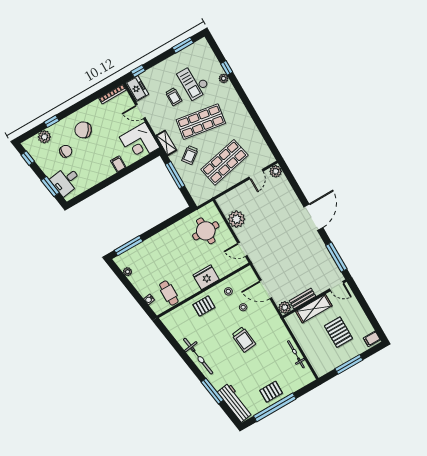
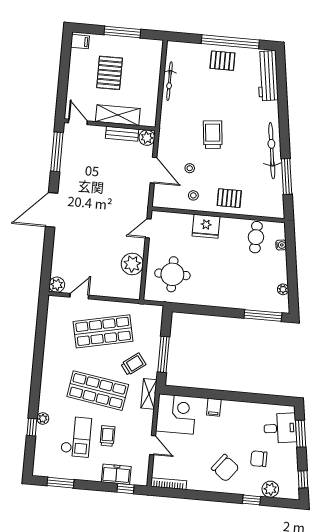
freezer: (137, 88) -> (116, 474), moved, turned 90
door: (242, 249) -> (148, 228), swing flipped
window: (212, 391) -> (287, 176), moved

